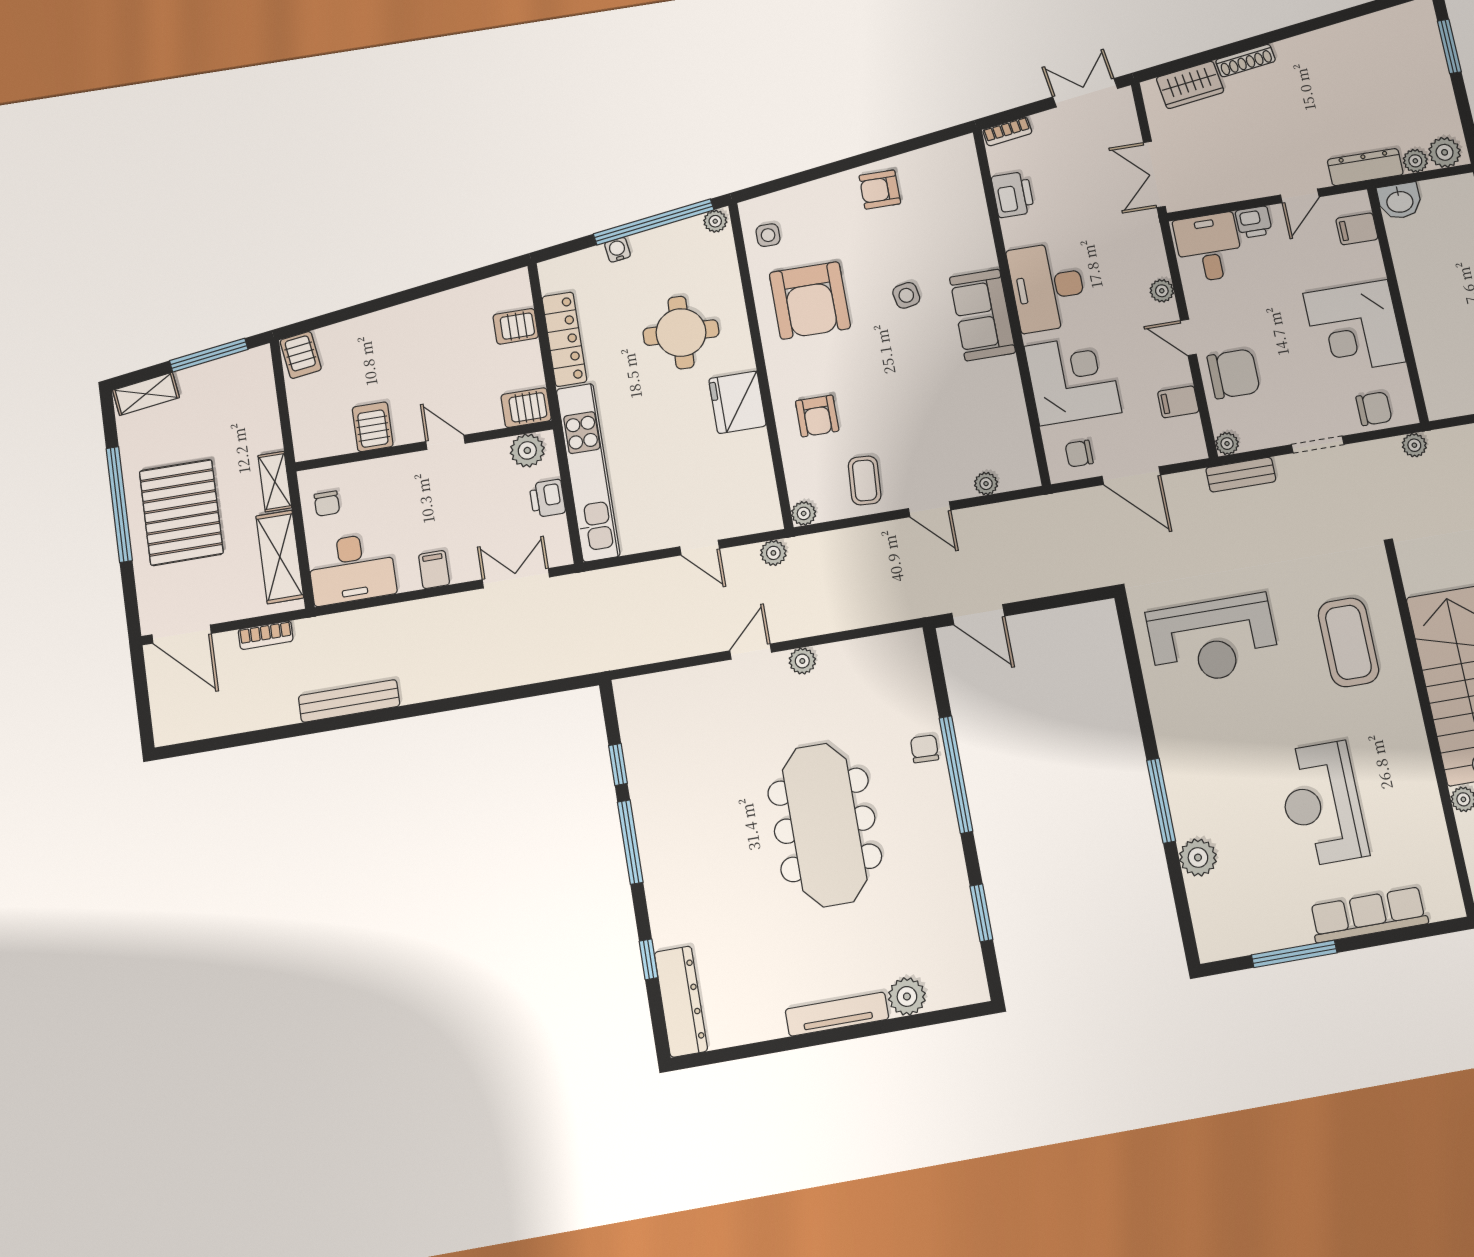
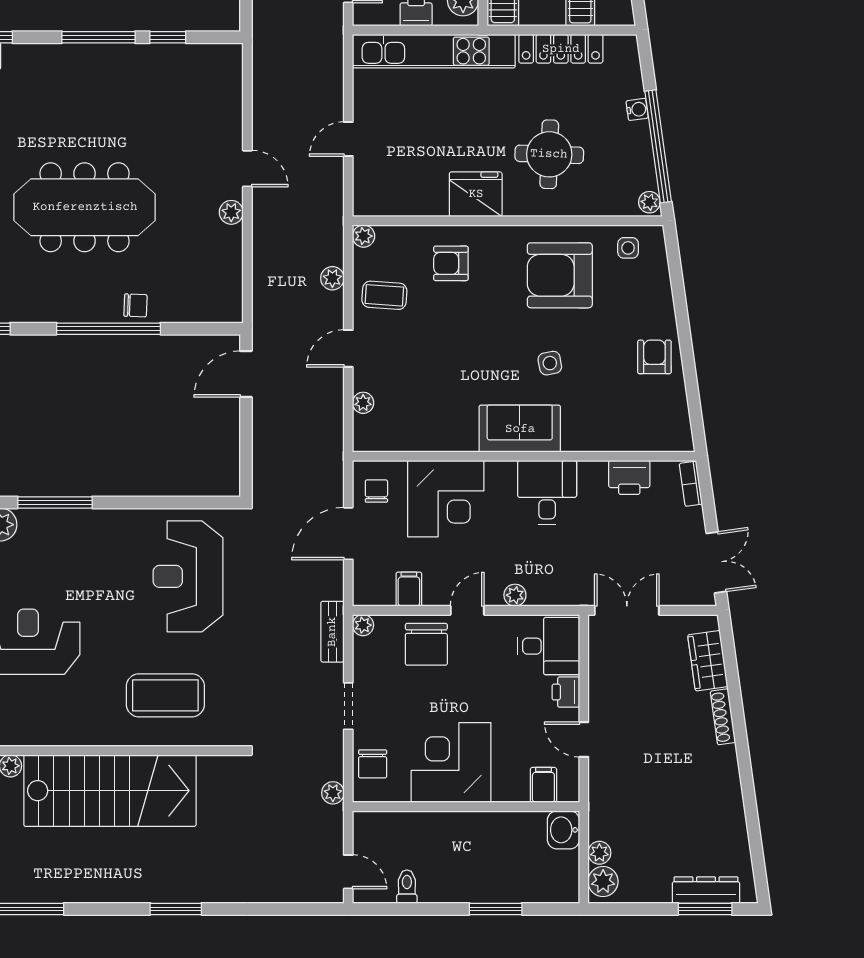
dresser: (1365, 167) -> (706, 890), moved, turned -90
desk: (1047, 287) -> (547, 492), width x0.73
plant: (773, 553) -> (332, 278), moved

